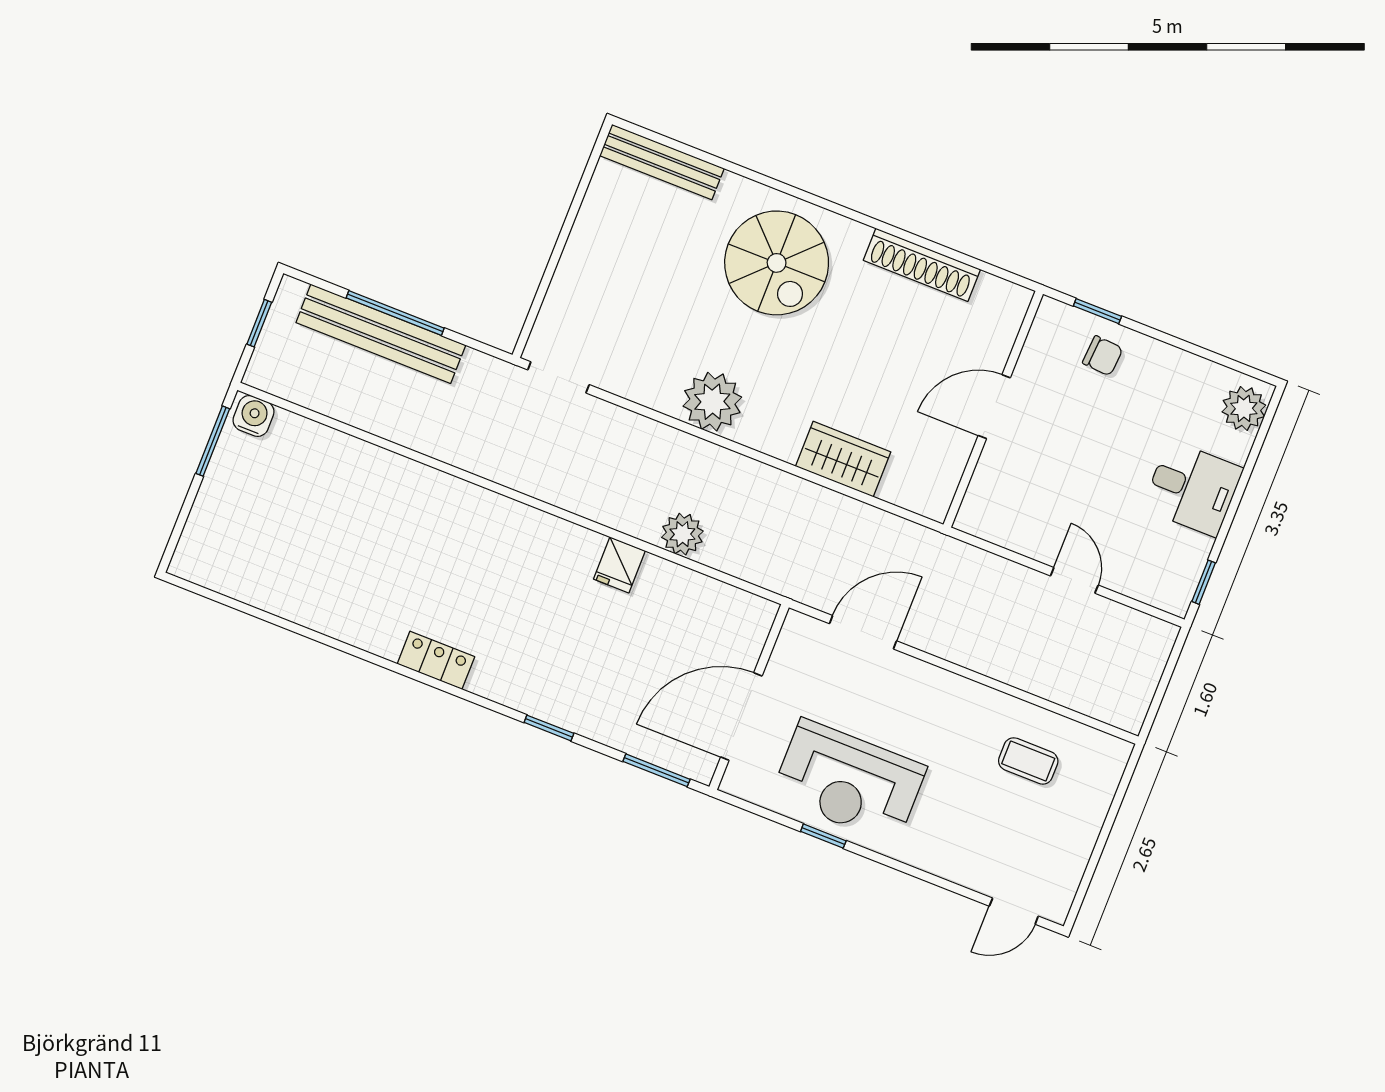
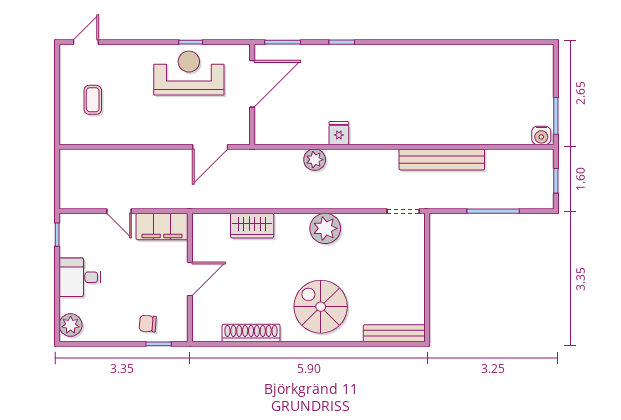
bench: (381, 334) -> (442, 159), moved
filing cabinet: (1007, 522) -> (162, 227), added
locker: (436, 660) -> (408, 53), removed
coffee table: (1028, 761) -> (93, 100), moved, turned 90

